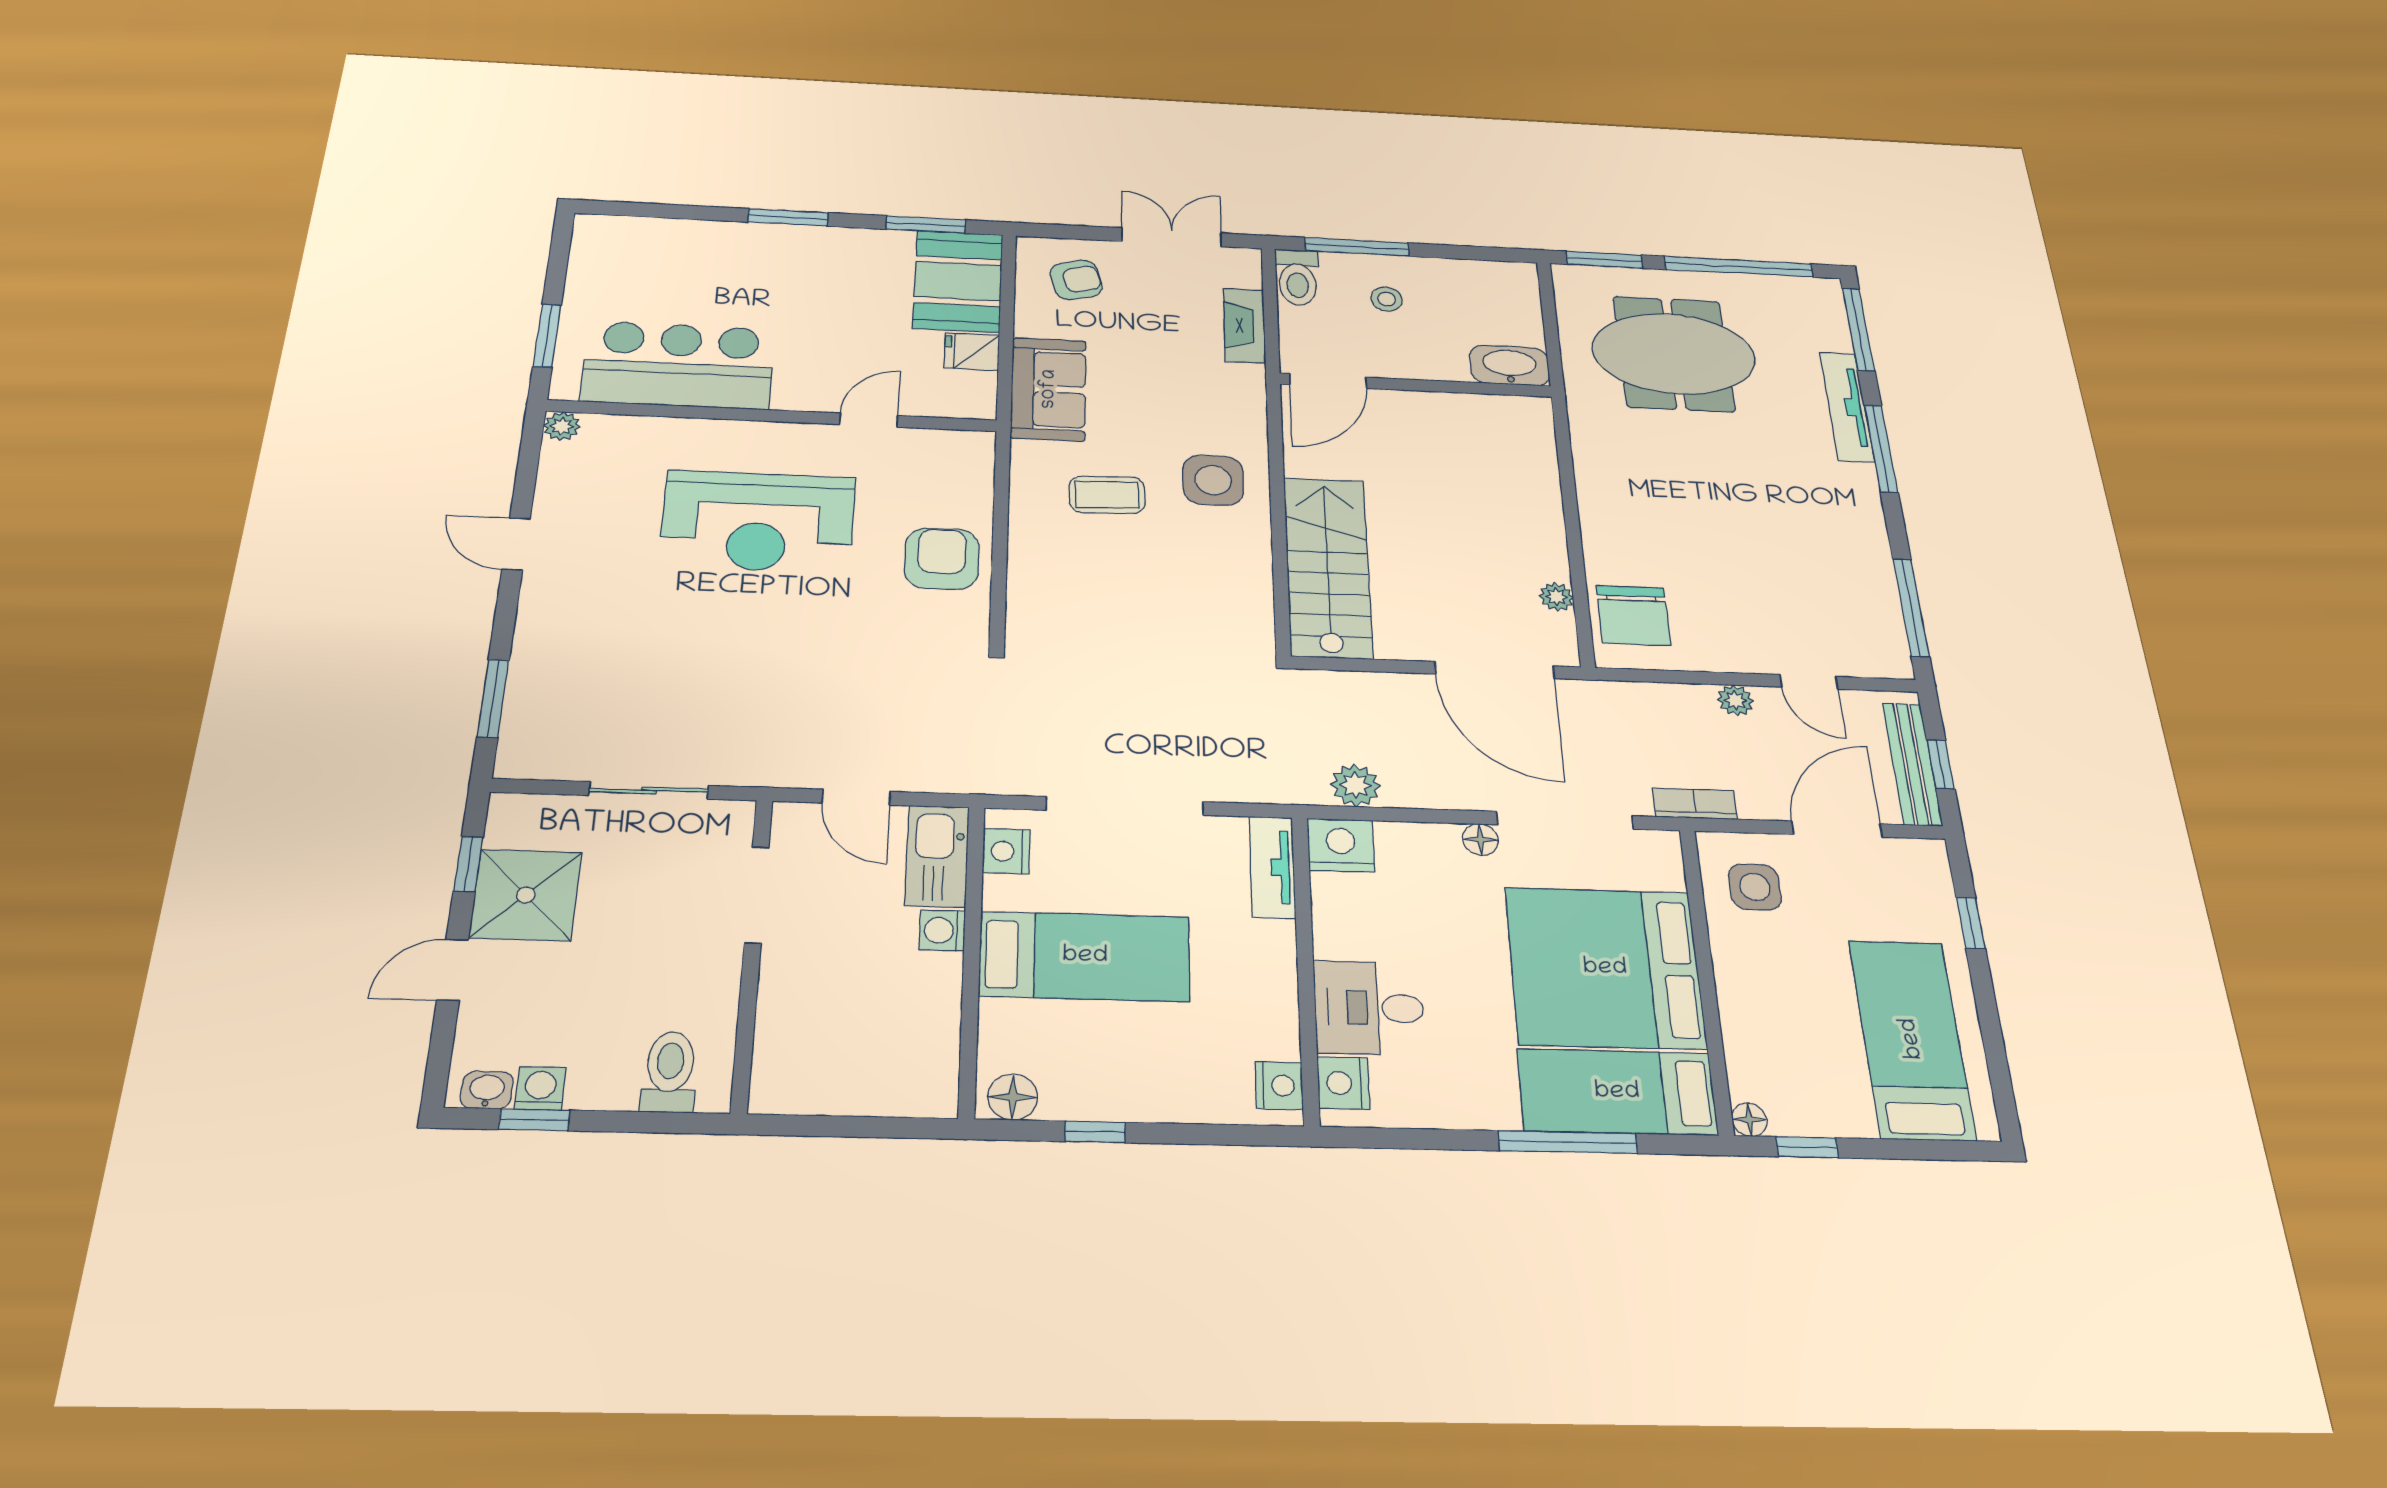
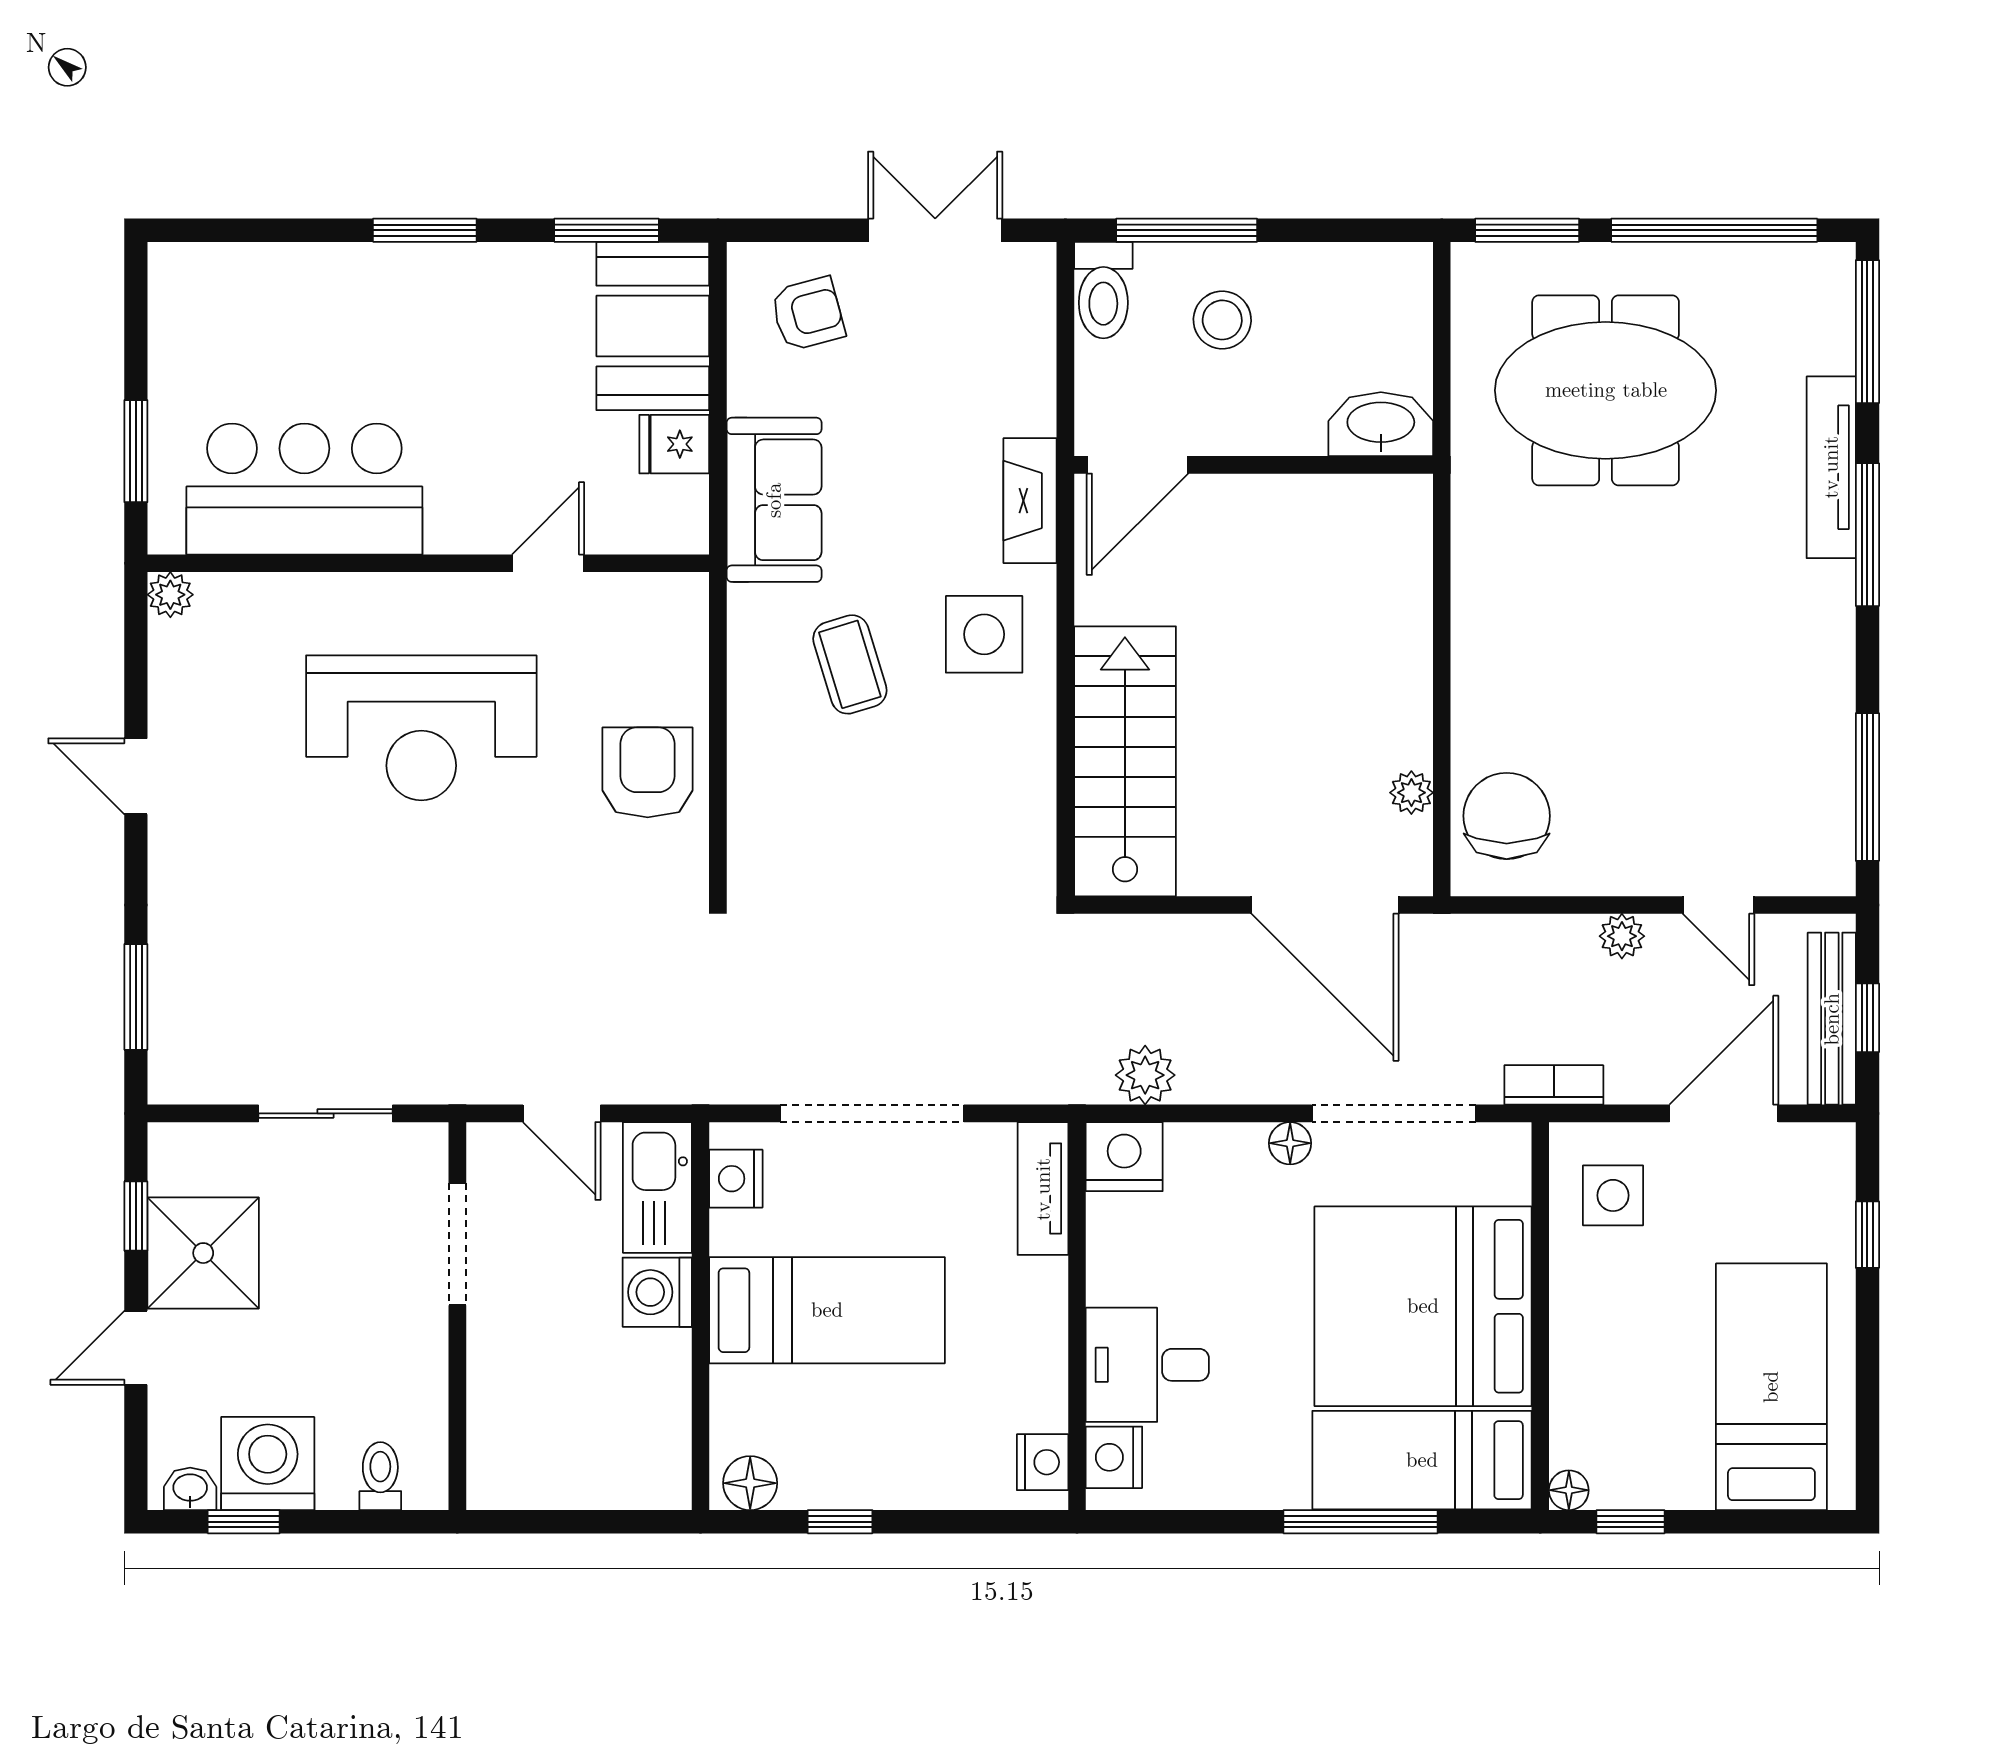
stool: (1387, 299) -> (1222, 320), width x1.37, depth x1.37
fireplace: (1244, 326) -> (1030, 501), moved
coffee table: (1107, 495) -> (850, 664), turned 75
chair: (1633, 615) -> (1507, 816), turned 180
washing machine: (942, 930) -> (657, 1292), width x1.38, depth x1.38
toilet: (670, 1072) -> (380, 1476), width x0.73, depth x0.72
washing machine: (540, 1088) -> (268, 1464), width x1.89, depth x1.89

